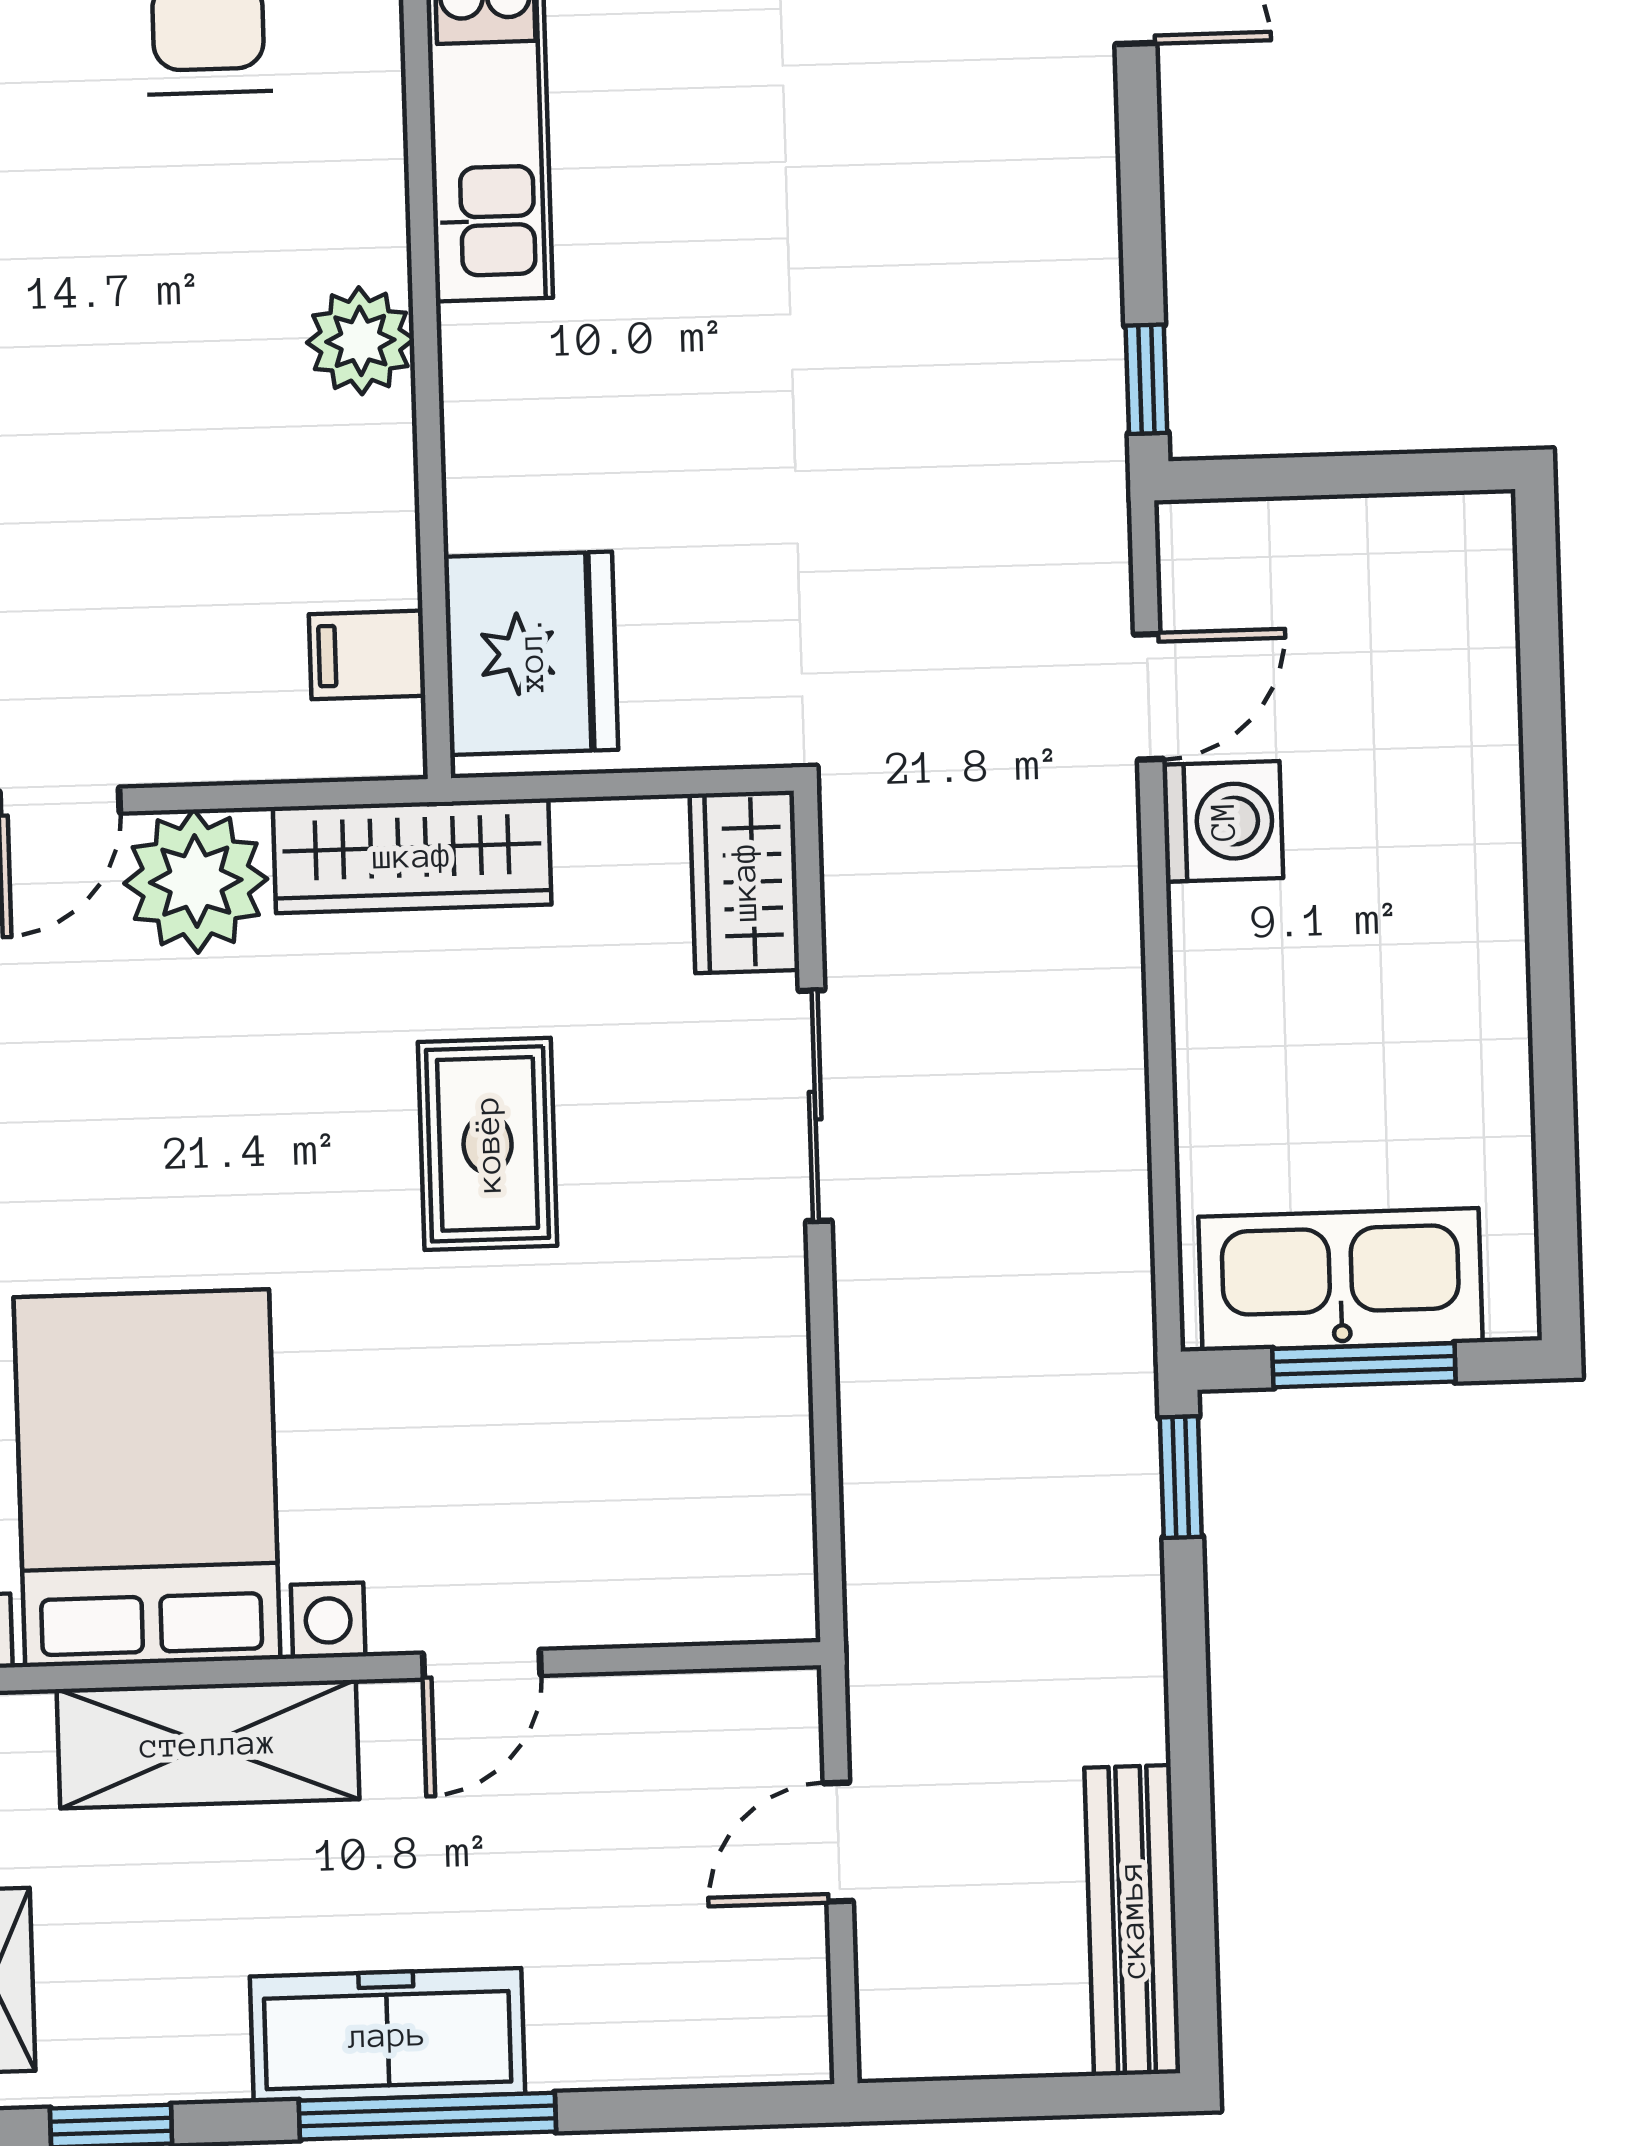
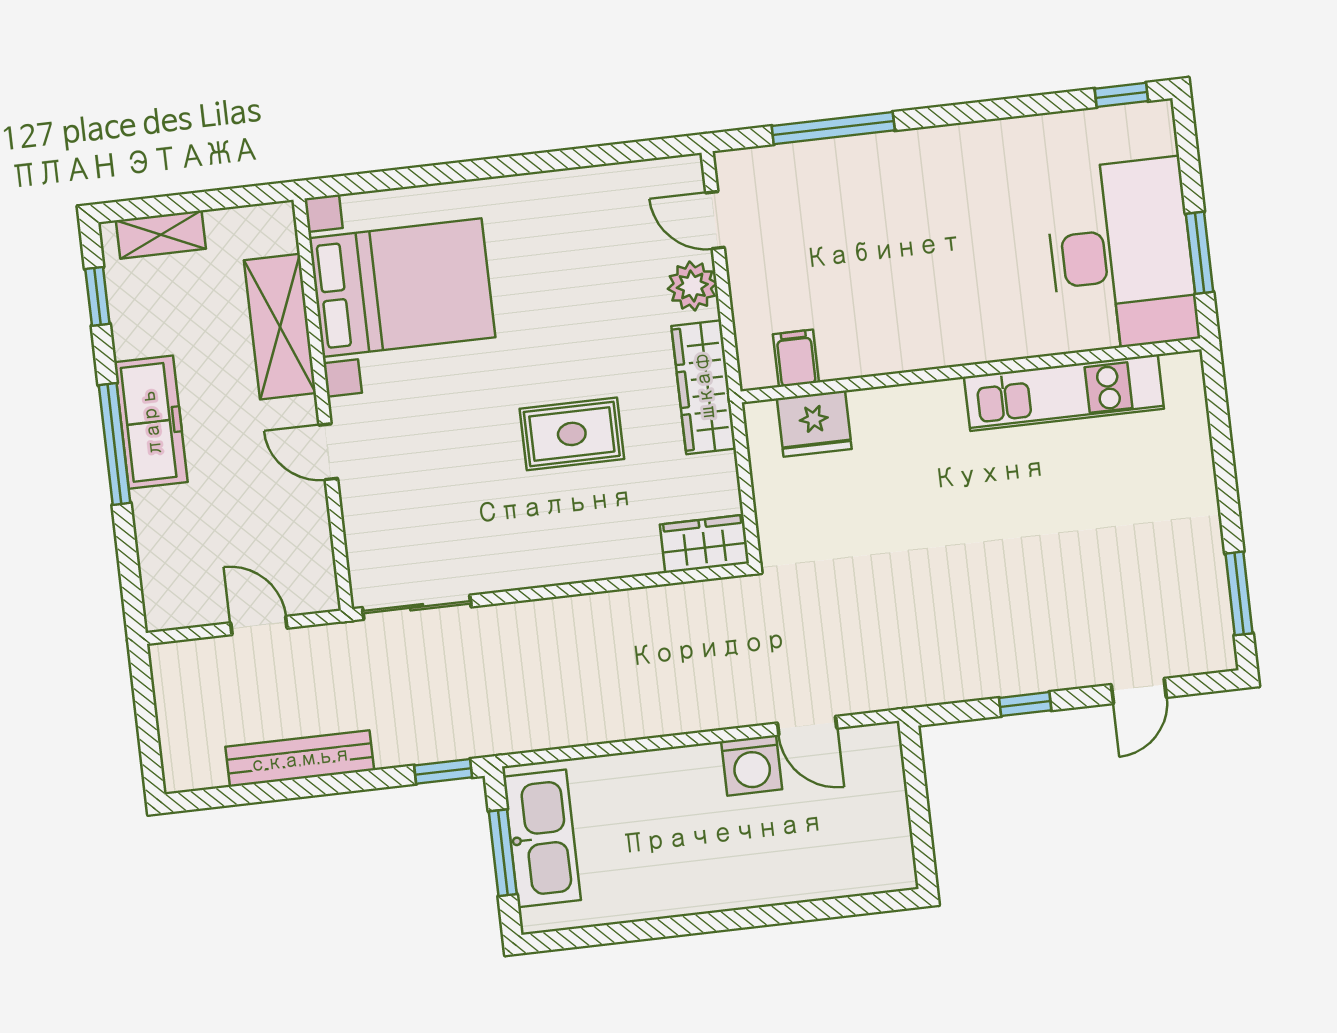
plant: (360, 341) -> (943, 343), removed
window: (1146, 379) -> (1025, 704), moved
fridge: (531, 653) -> (814, 424), width x0.73, depth x0.75
plant: (196, 881) -> (692, 286), width x0.73, depth x0.73
sliding door: (815, 1106) -> (417, 607), moved
bench: (1132, 1920) -> (300, 759), moved

